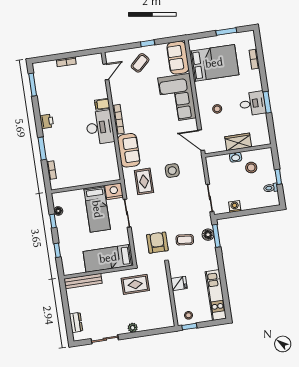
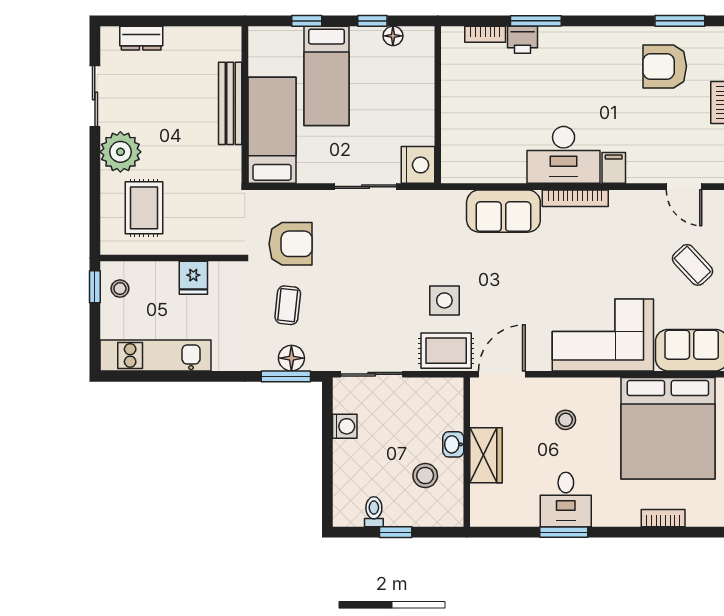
bed: (214, 63) -> (668, 428), width x1.36
armchair: (54, 88) -> (665, 66), added
printer: (47, 121) -> (523, 40), moved
rug: (144, 181) -> (446, 351), moved
bed: (97, 209) -> (326, 76), moved, turned -90
bench: (83, 281) -> (230, 103), moved
rug: (135, 284) -> (144, 208), moved
plant: (133, 328) -> (120, 152), width x1.87, depth x1.87

